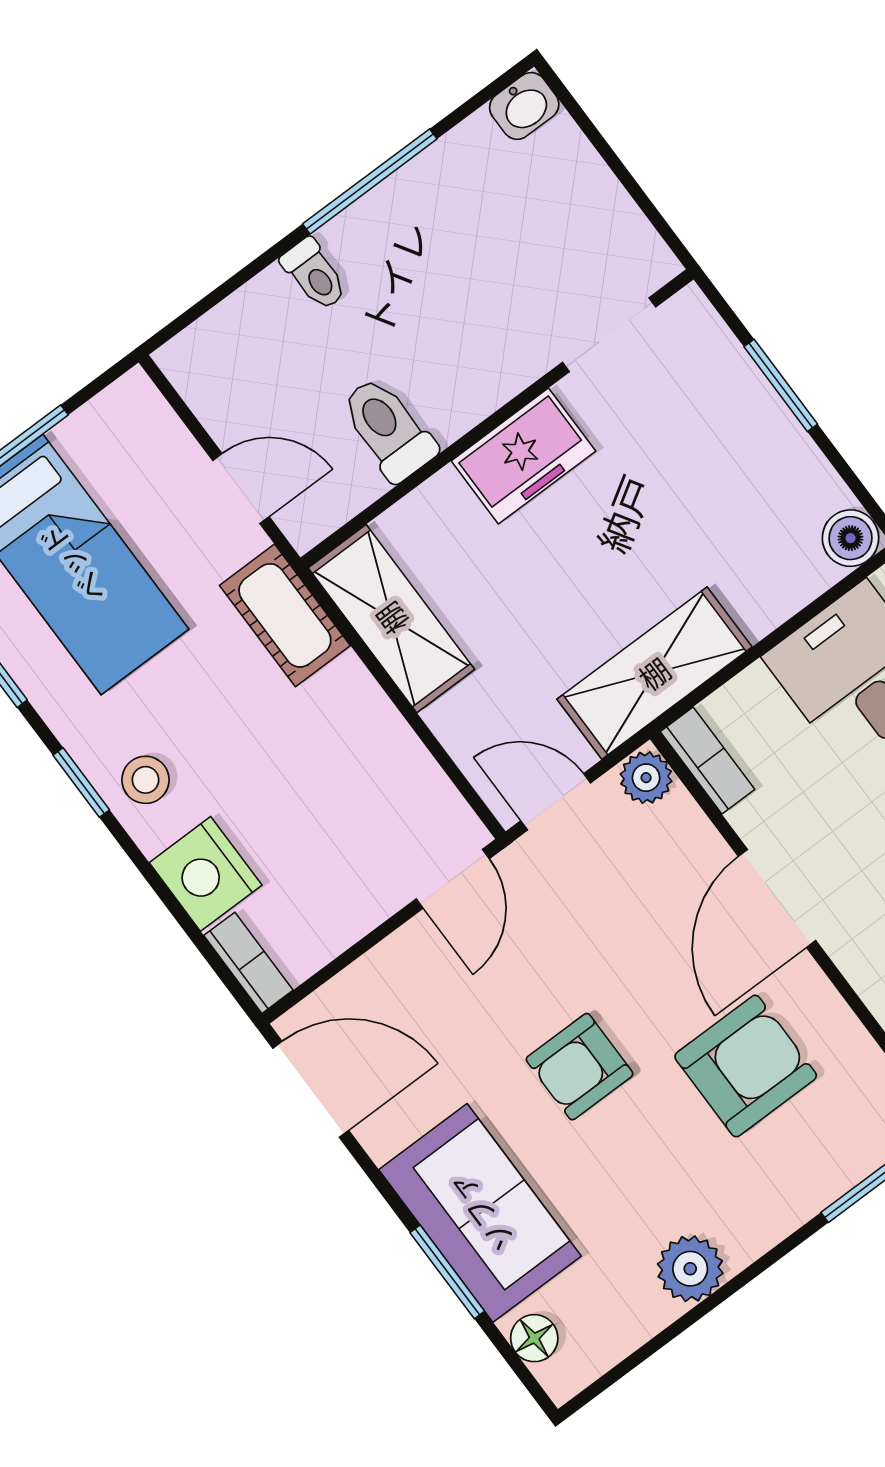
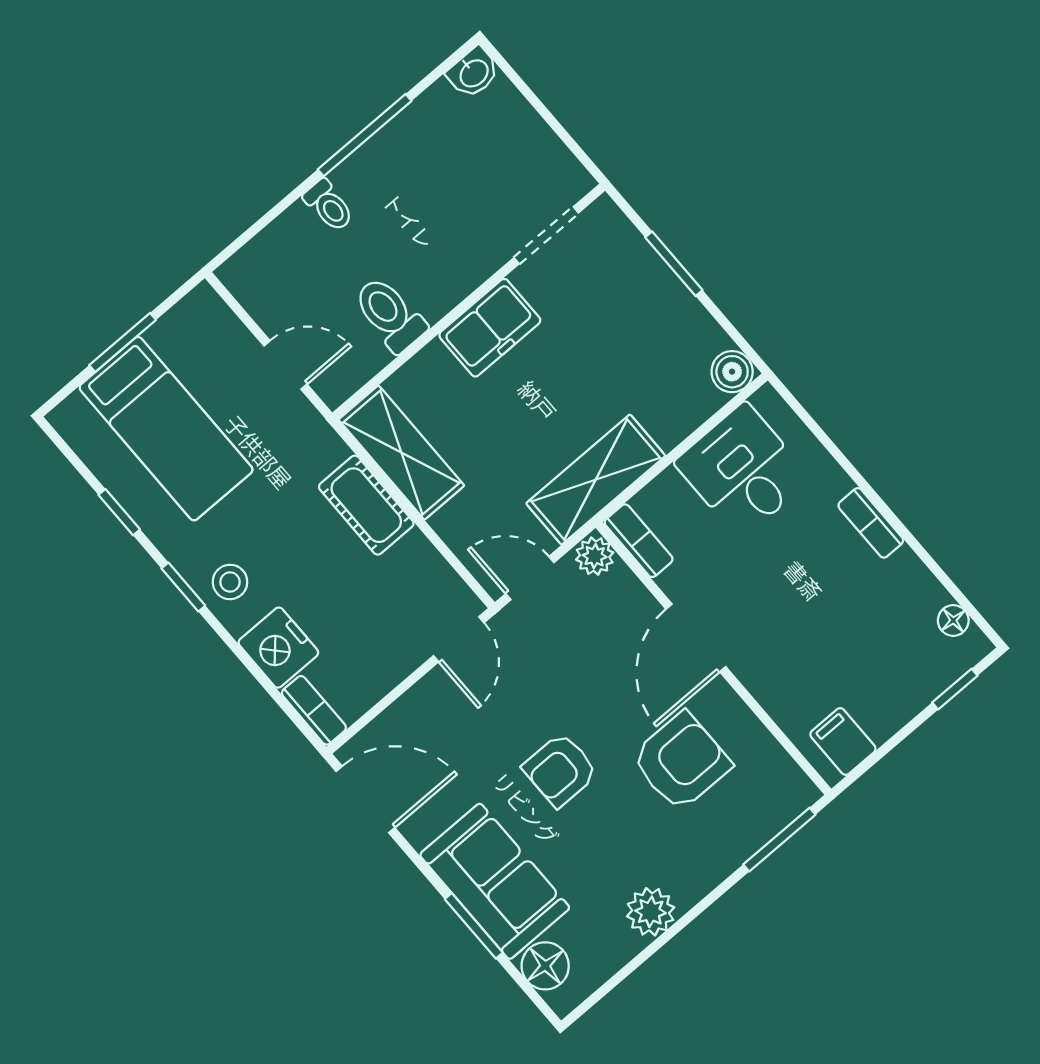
cot: (285, 615) -> (366, 505), moved
floor lamp: (534, 1338) -> (545, 966), width x1.37, depth x1.37

